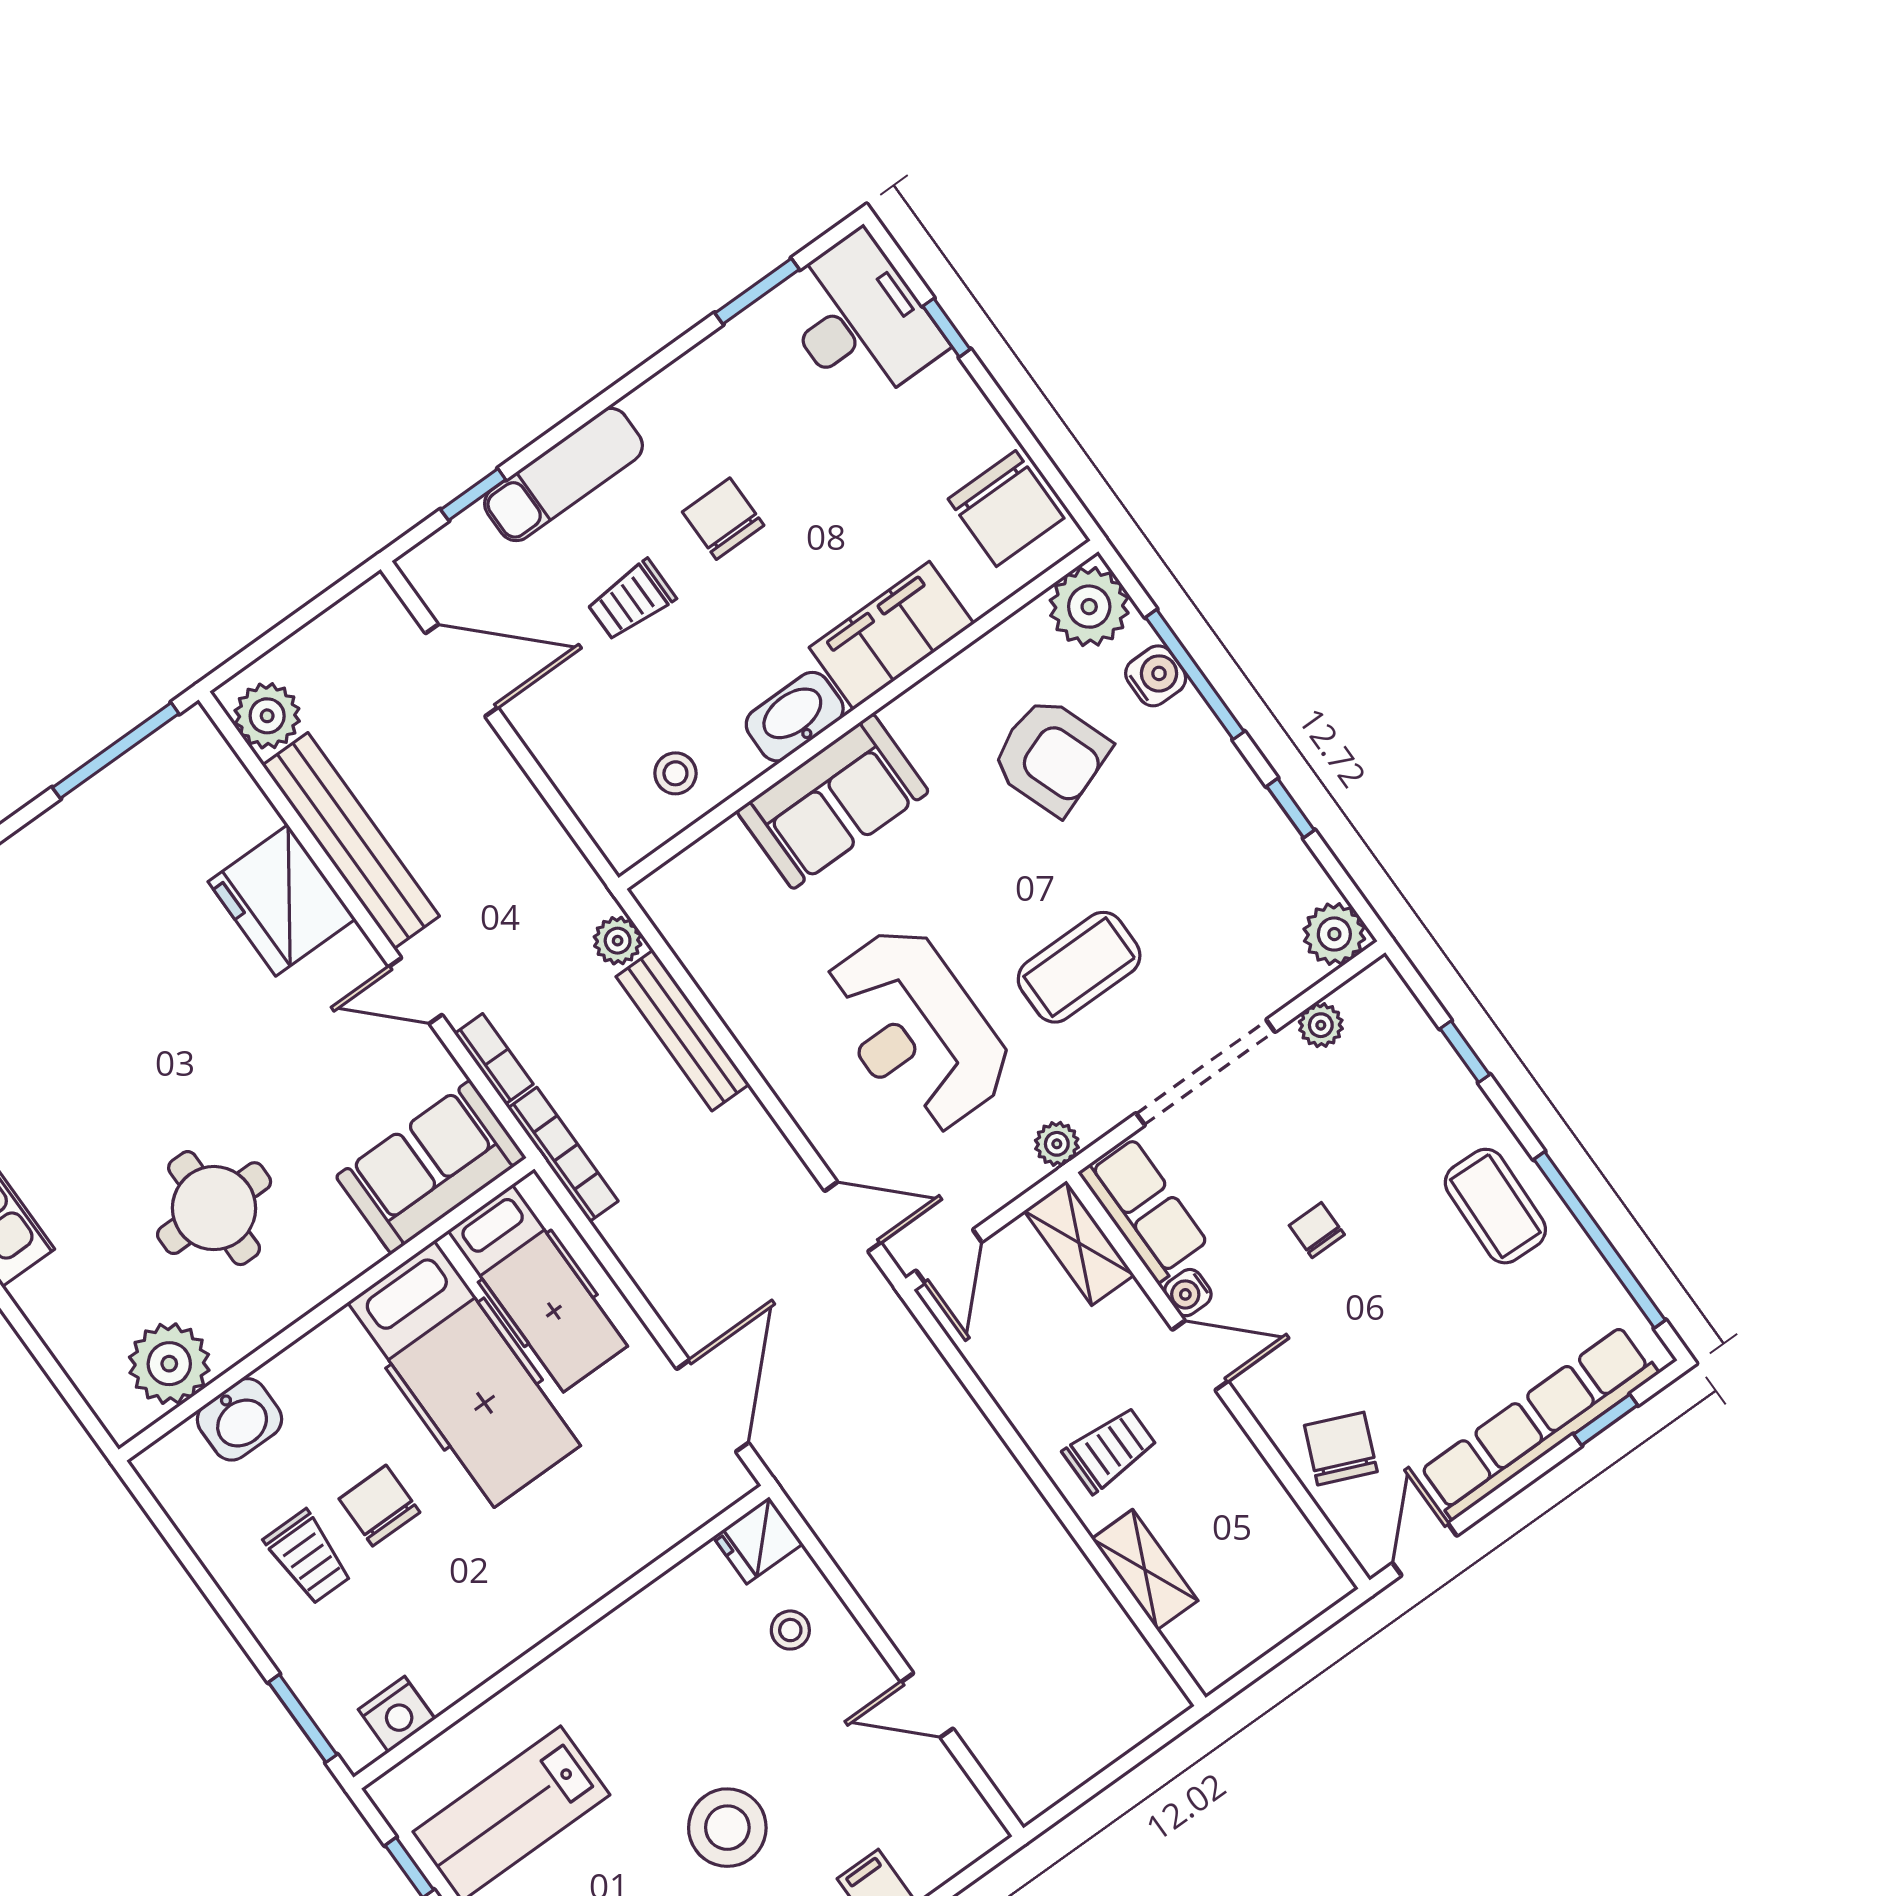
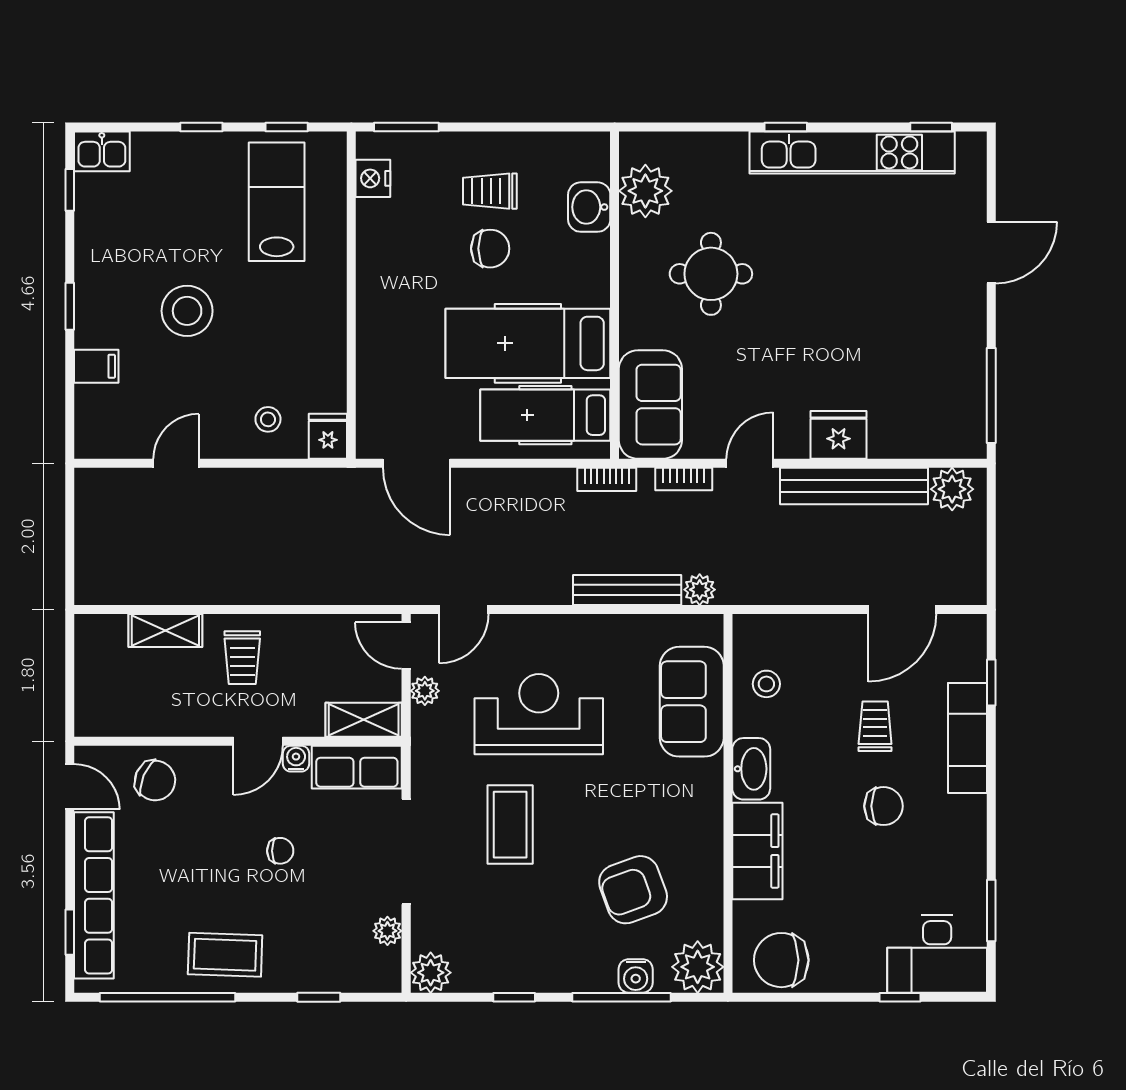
sofa: (833, 801) -> (692, 702), moved
fridge: (282, 900) -> (838, 435), width x0.73, depth x0.75
plant: (1057, 1144) -> (425, 691), moved
bookcase: (563, 1155) -> (607, 479), width x0.64

